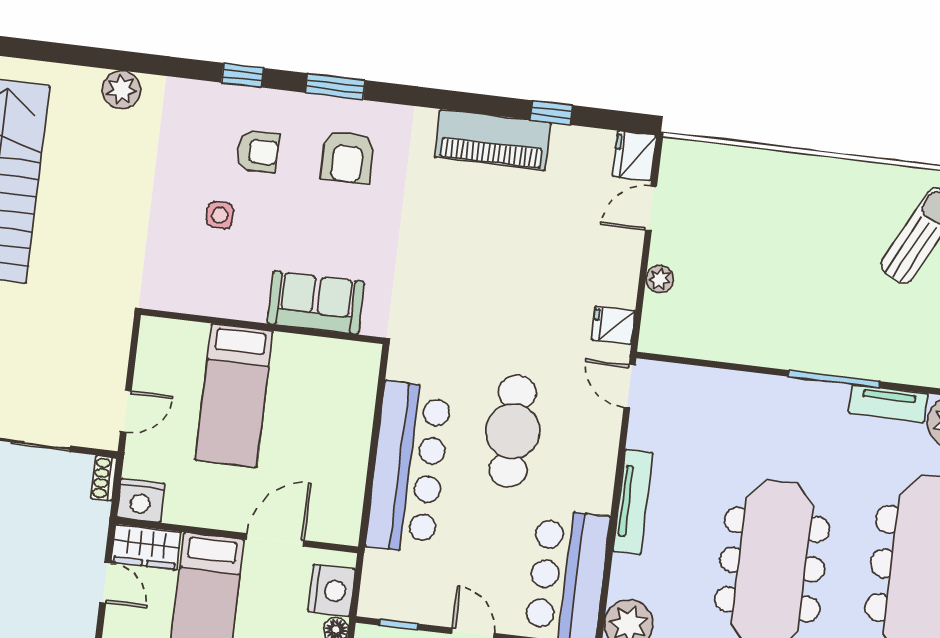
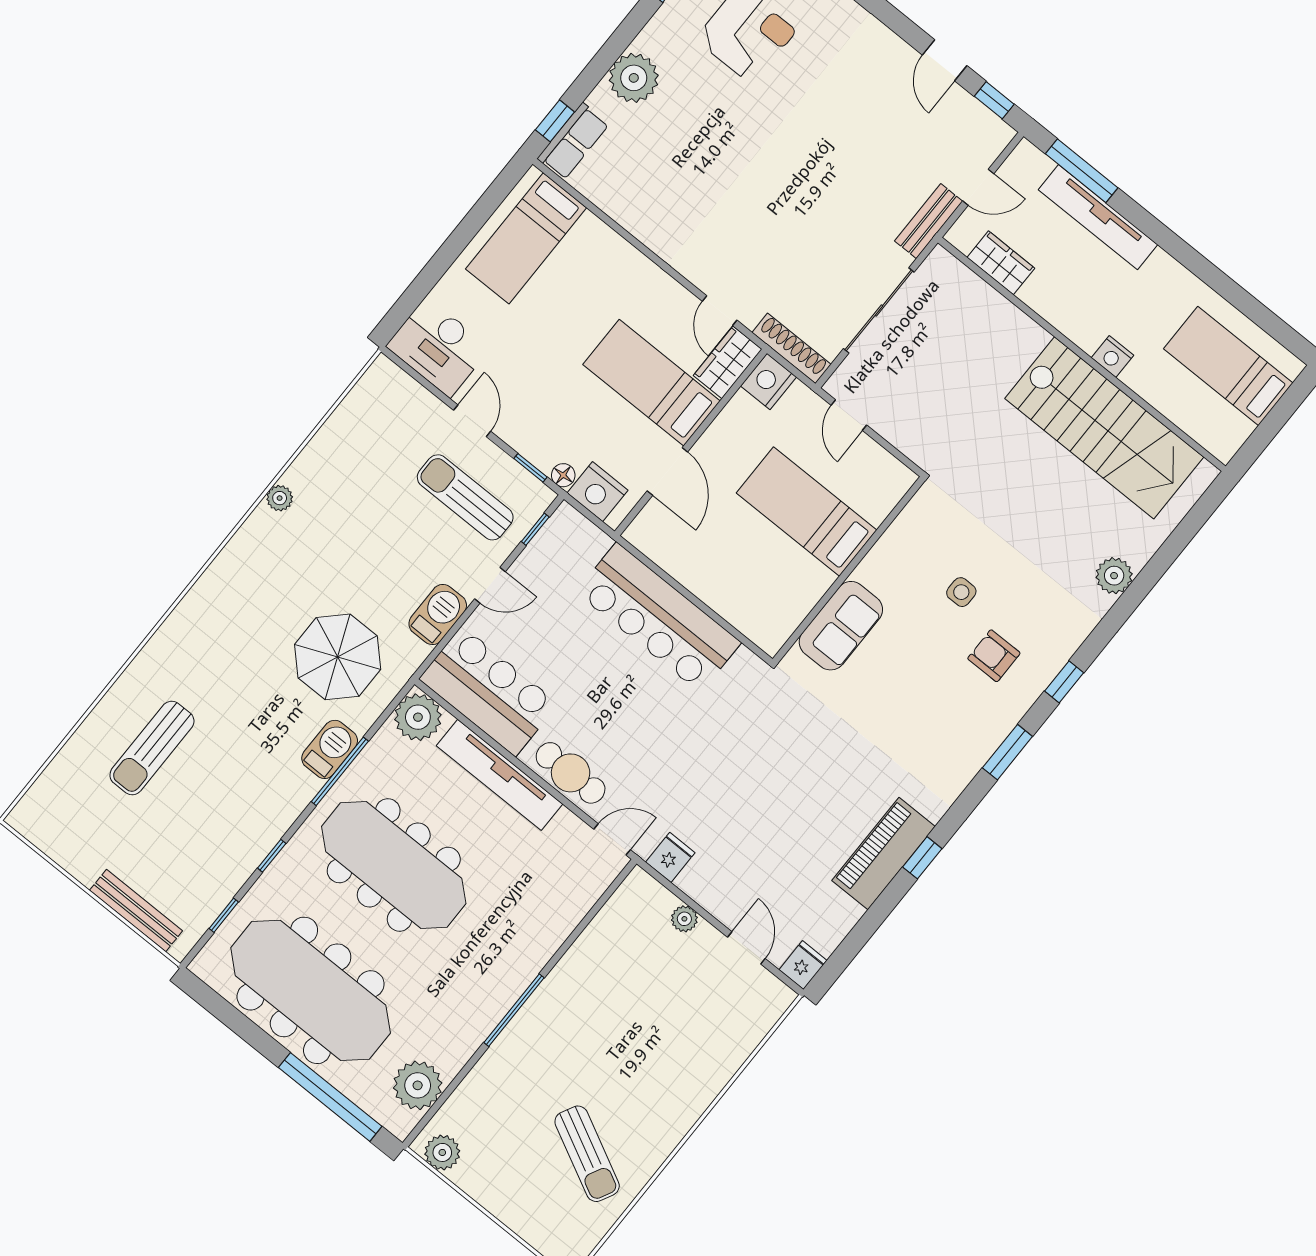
window: (551, 113) -> (922, 858), moved
armchair: (258, 151) -> (994, 656), turned 90
fridge: (634, 156) -> (803, 965), width x0.72
armchair: (348, 157) -> (944, 726), removed
tv unit: (888, 403) -> (466, 1042), removed
cafe table: (513, 431) -> (571, 773), moved, width x0.73, depth x0.74
shoe rack: (104, 478) -> (792, 348), width x1.94, depth x1.24
tv unit: (633, 502) -> (500, 775), width x1.36, depth x1.29
door: (105, 583) -> (720, 311), hinge flipped

